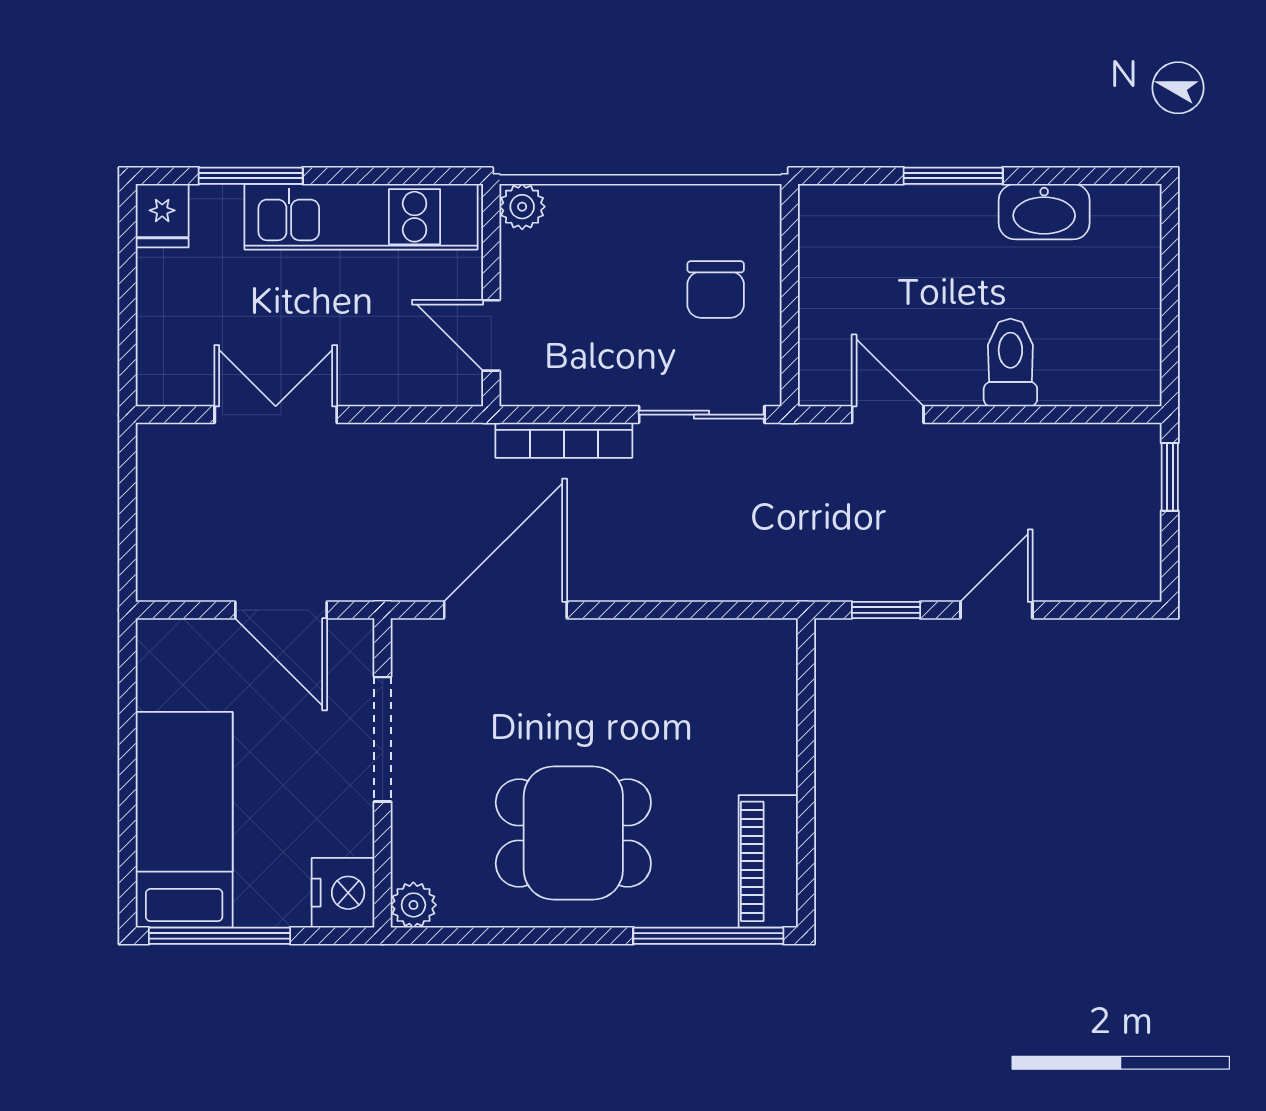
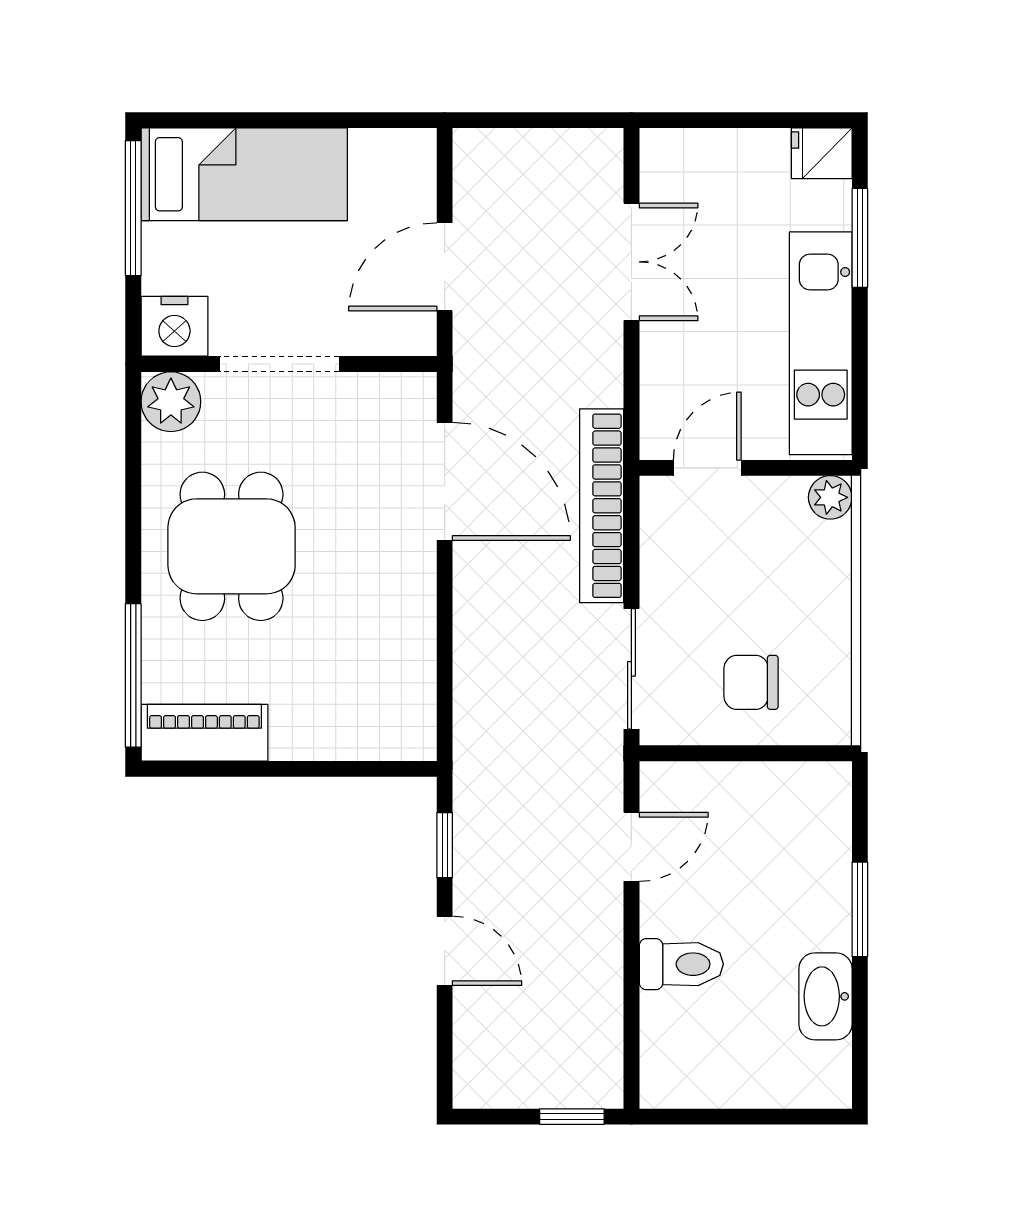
bookcase: (564, 440) -> (602, 506), width x1.48, depth x1.31
doorway: (383, 739) -> (279, 364), moved
plant: (413, 905) -> (171, 402), width x1.38, depth x1.38

